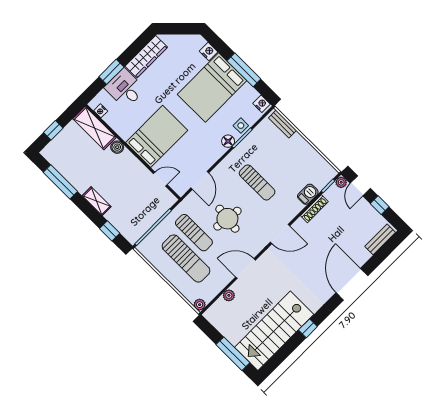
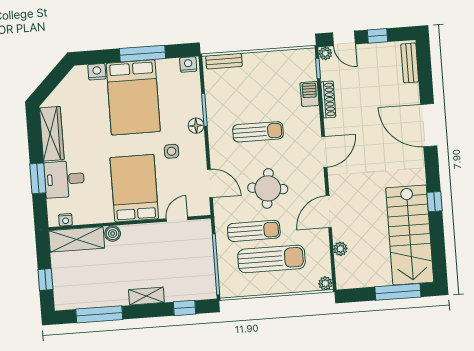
side table: (241, 126) -> (172, 151), moved

